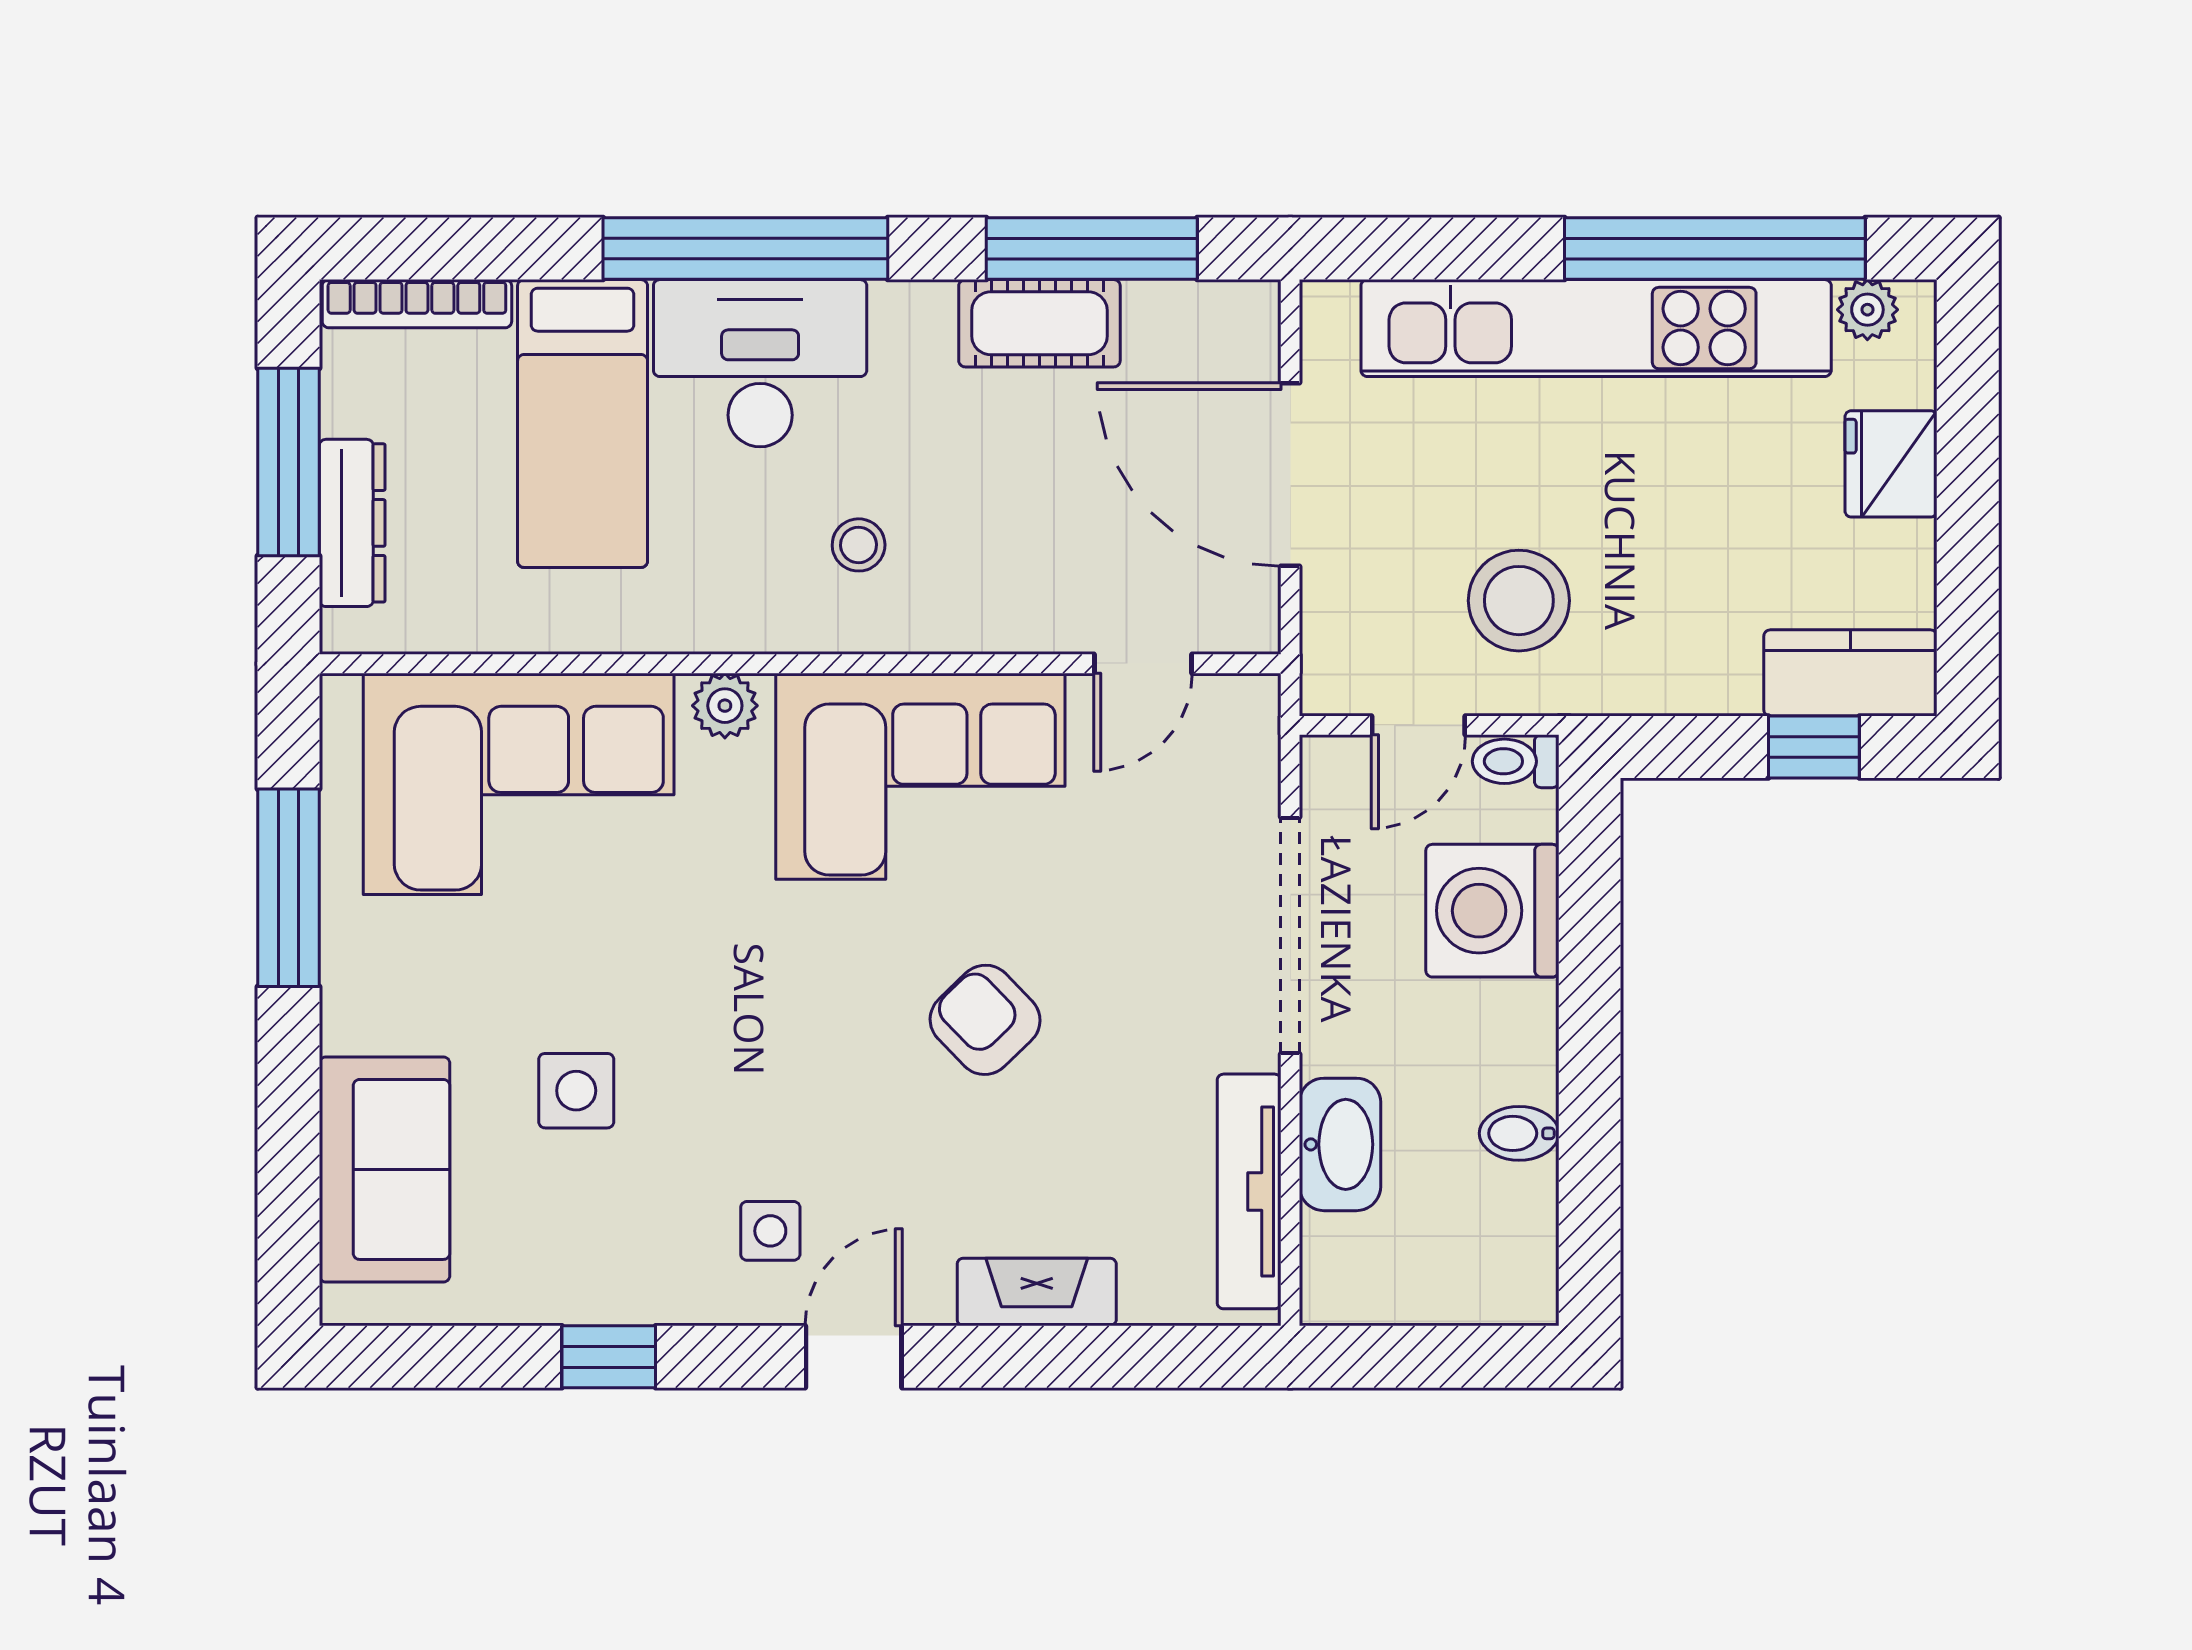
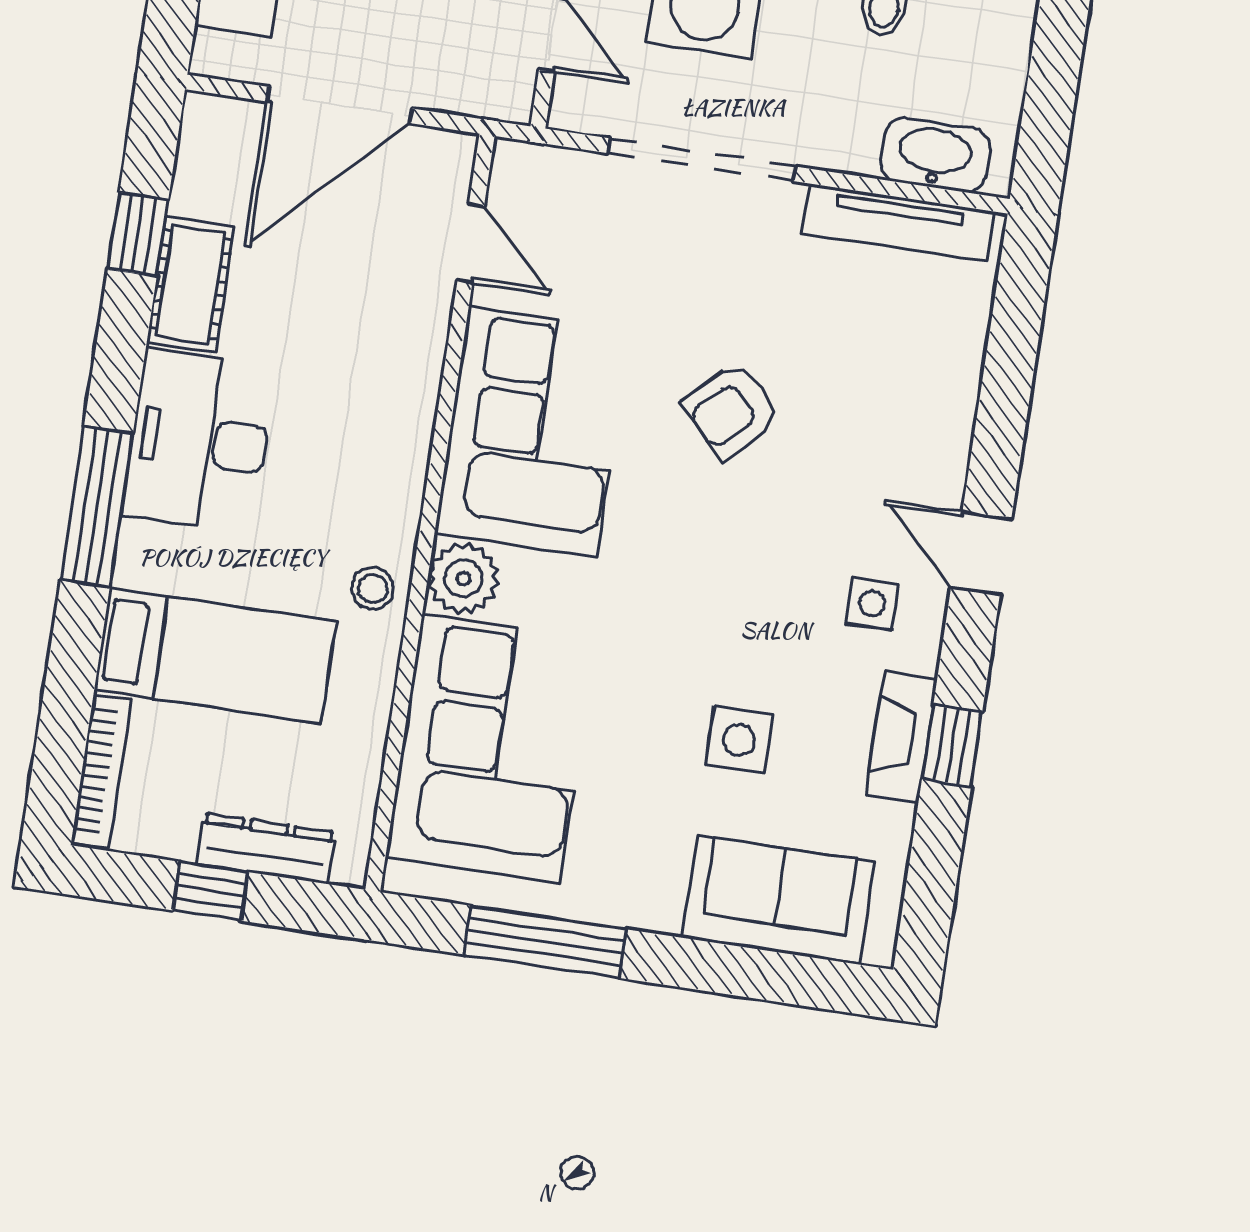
window: (745, 249) -> (97, 507), width x0.68
window: (1092, 249) -> (138, 234), width x0.46
desk: (760, 363) -> (199, 441), moved
window: (289, 462) -> (210, 891), width x0.46
stool: (859, 545) -> (373, 589), moved
plant: (725, 706) -> (463, 579), width x1.38, depth x1.38
washbasin: (1340, 1144) -> (935, 155), moved
fireplace: (1037, 1292) -> (901, 737), moved

